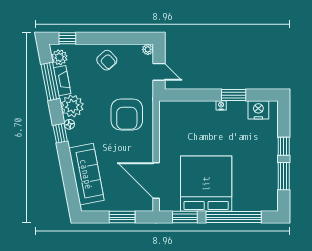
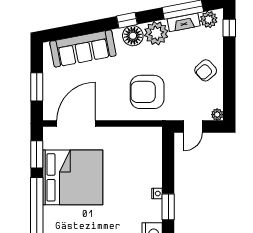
floor lamp: (69, 124) -> (133, 36), width x1.89, depth x1.89

